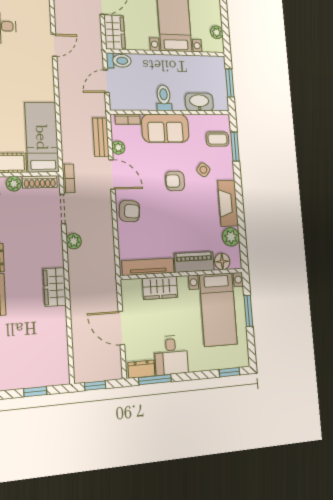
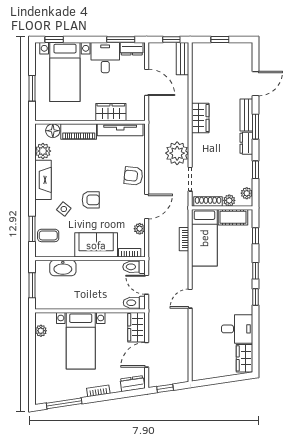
door: (54, 45) -> (190, 299), moved
door: (106, 81) -> (147, 285), swing flipped
toilet: (164, 98) -> (134, 267), moved, turned 90
bench: (101, 137) -> (182, 59), moved
door: (112, 174) -> (147, 207), swing flipped
bookcase: (68, 178) -> (184, 239), moved
plant: (74, 241) -> (177, 153), width x1.87, depth x1.87
bed with nightstands: (218, 309) -> (65, 72), moved, turned 180

